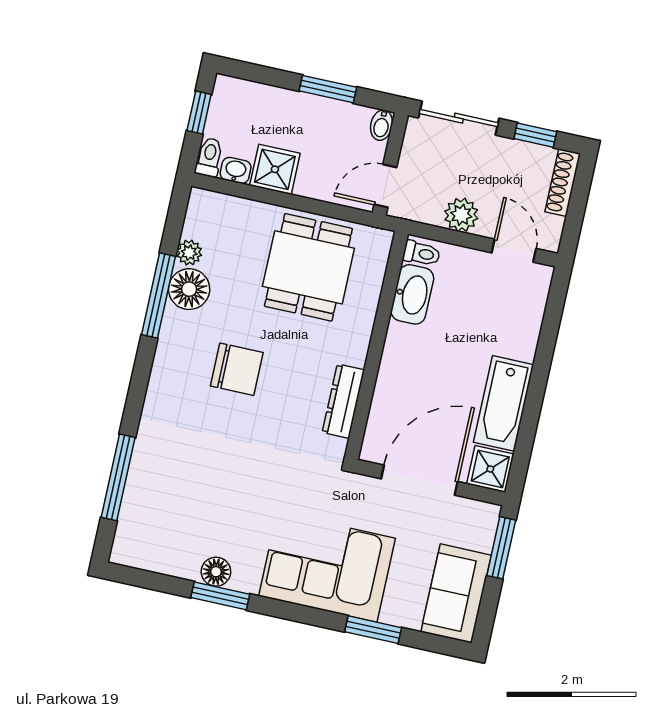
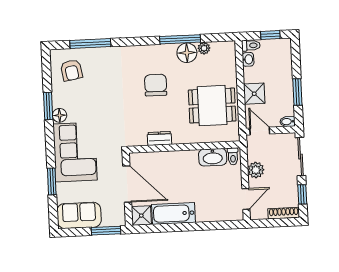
shower: (275, 169) -> (254, 94), moved
chair: (237, 369) -> (156, 85), turned 180
dresser: (343, 401) -> (159, 138), width x0.70
armchair: (161, 530) -> (71, 70), added
floor lamp: (216, 572) -> (60, 115), moved

